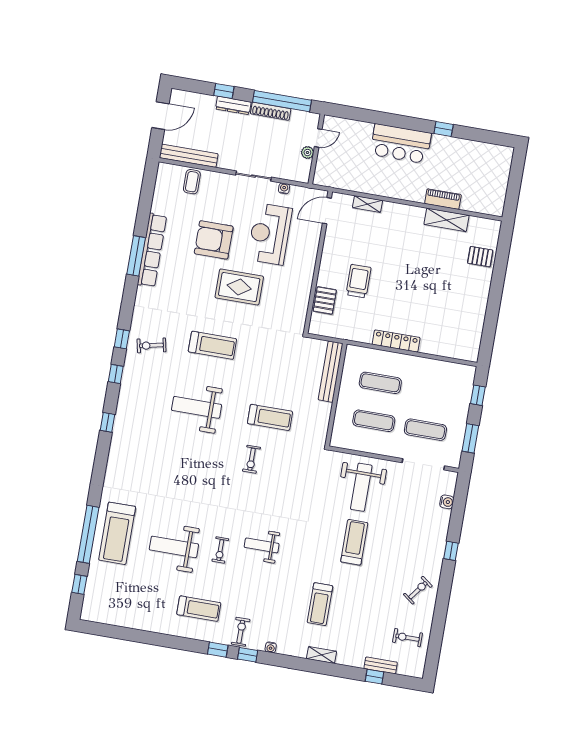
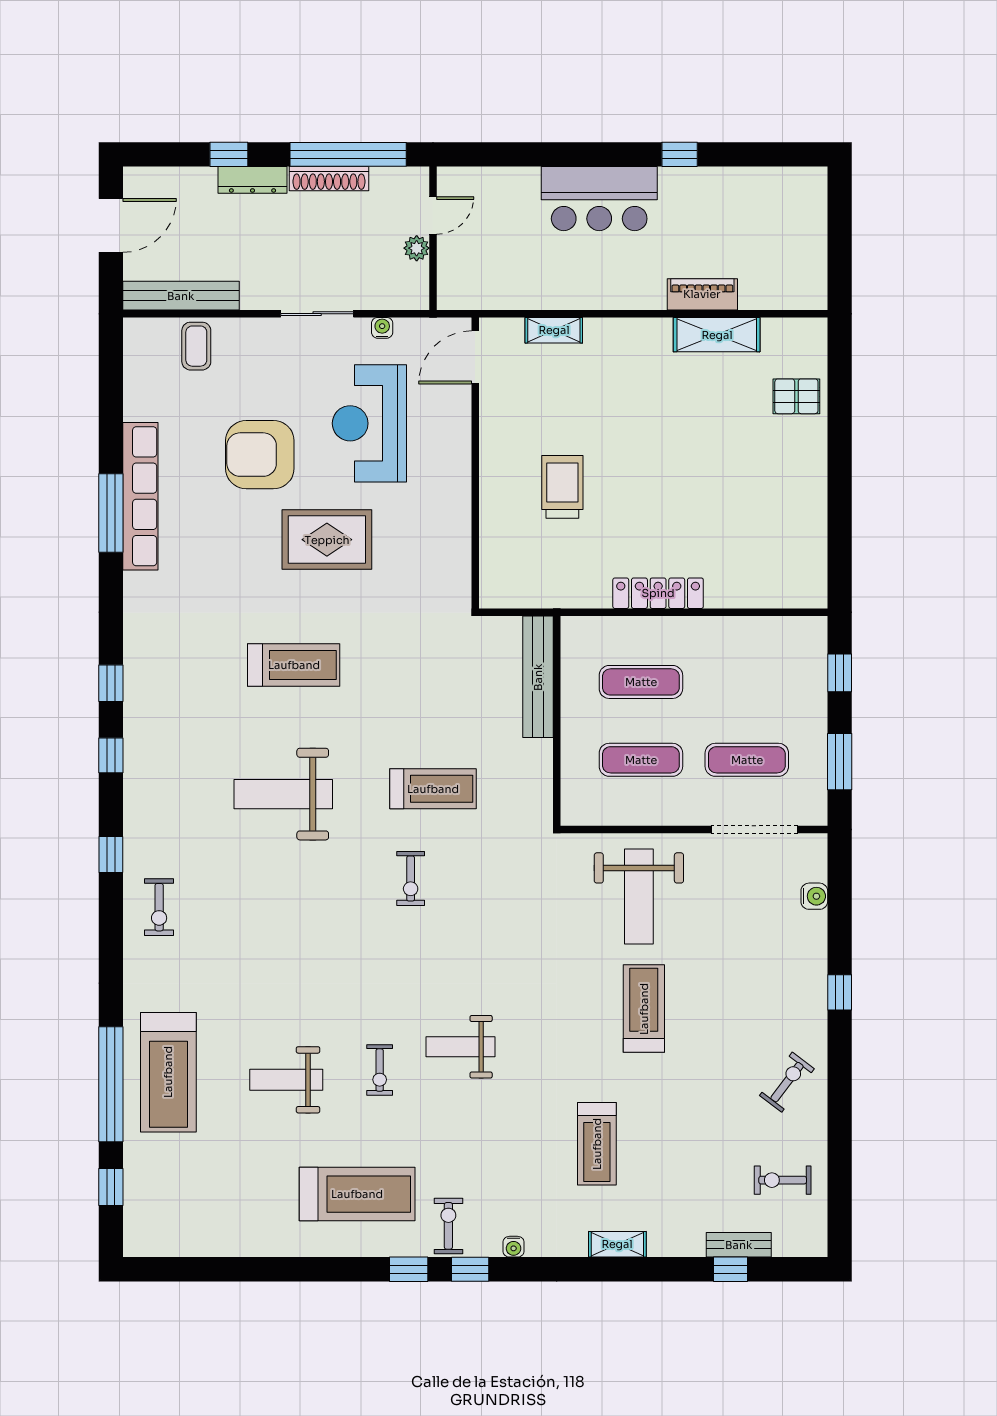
pallet: (325, 301) -> (502, 537), removed
exercise bike: (151, 345) -> (159, 907), moved, turned -78
weight bench: (174, 547) -> (286, 1080), width x0.73, depth x0.75
treadmill: (199, 609) -> (357, 1194), width x1.37, depth x1.38

